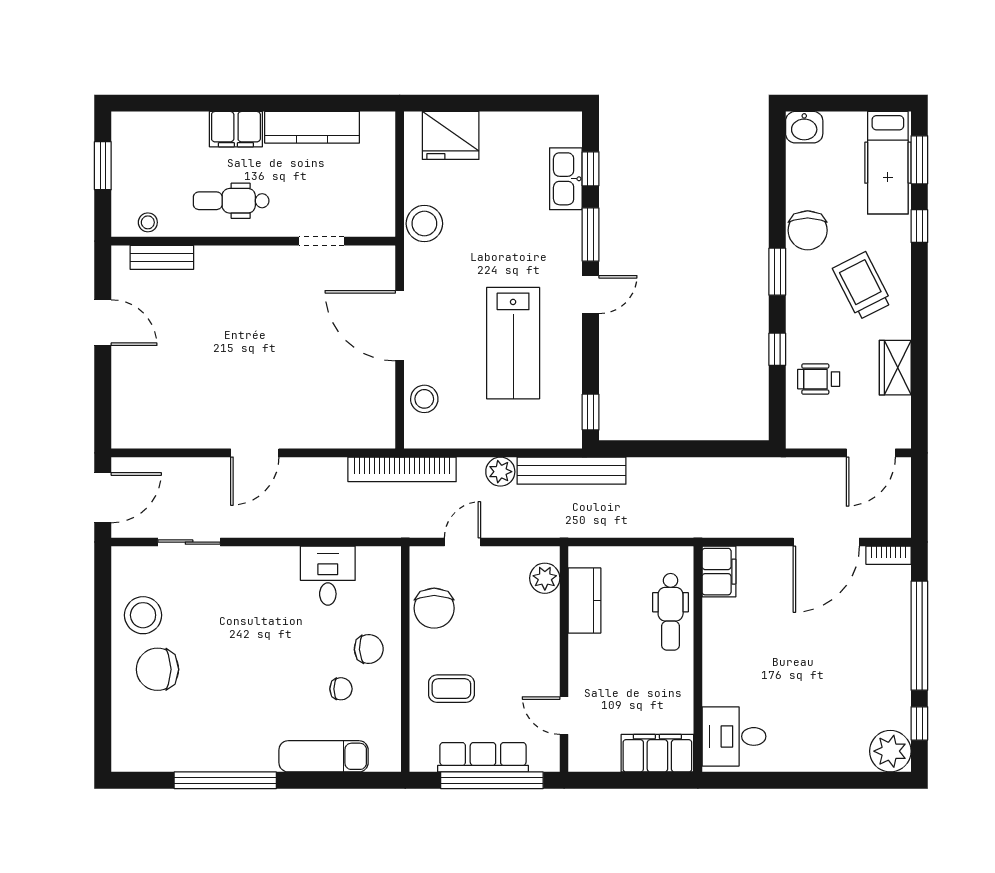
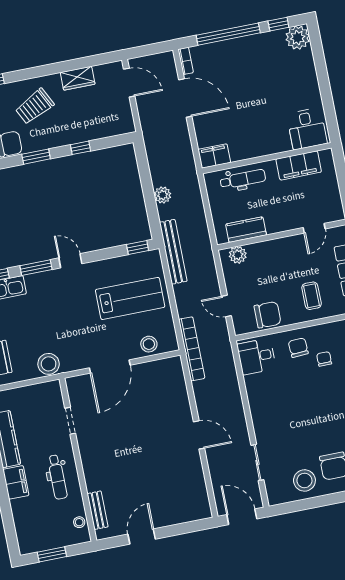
lab bench: (513, 343) -> (130, 298), moved
wheelchair: (819, 379) -> (93, 121), removed
plant: (500, 472) -> (163, 195), moved
desk: (328, 576) -> (256, 356), moved
filing cabinet: (657, 753) -> (299, 165), moved, turned -90

